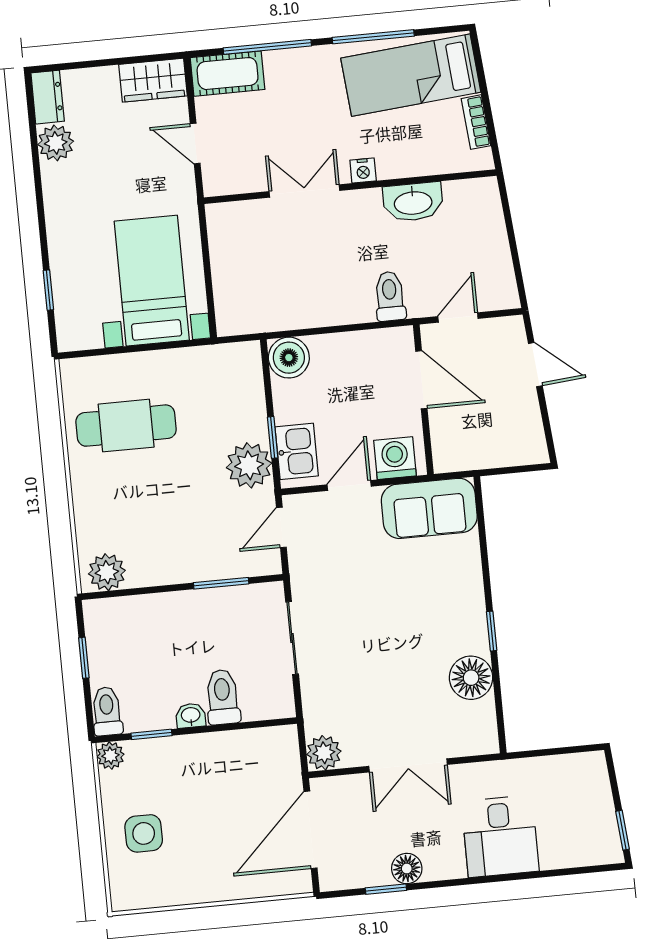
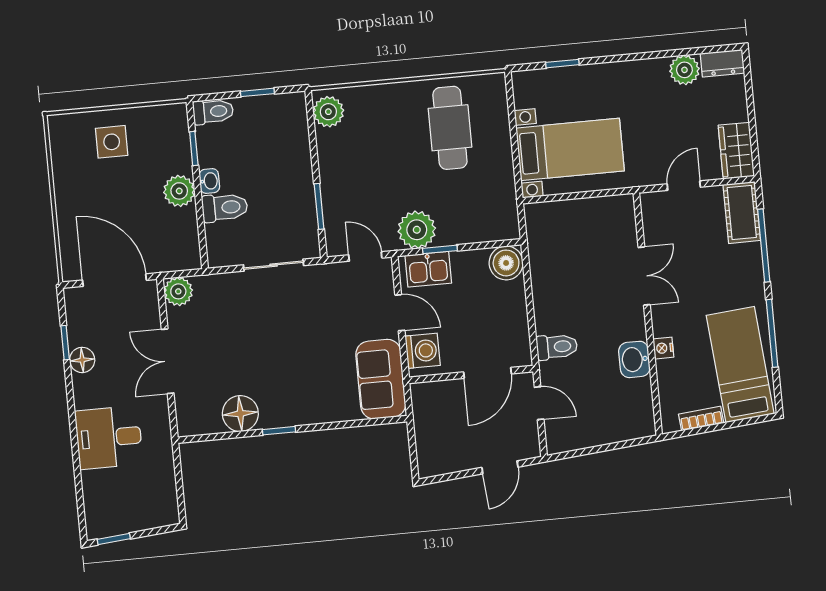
nightstand: (363, 171) -> (663, 348), moved
washbasin: (413, 202) -> (634, 359), width x0.72
plant: (110, 756) -> (179, 191), moved, width x1.38, depth x1.38

